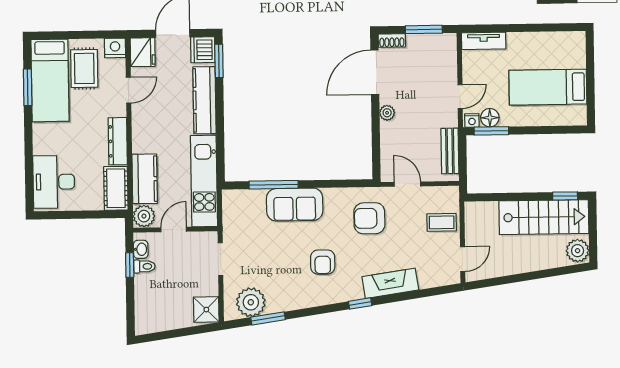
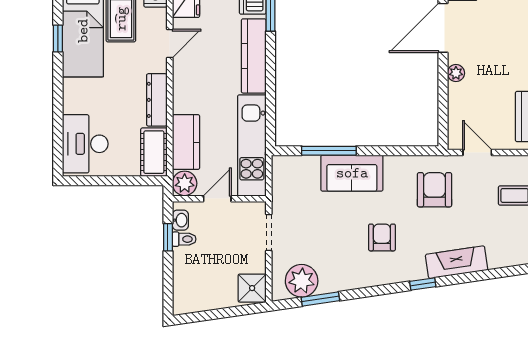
window: (28, 87) -> (58, 38), width x0.67
armchair: (369, 218) -> (434, 190), turned 90
armchair: (323, 262) -> (382, 237), turned 180

